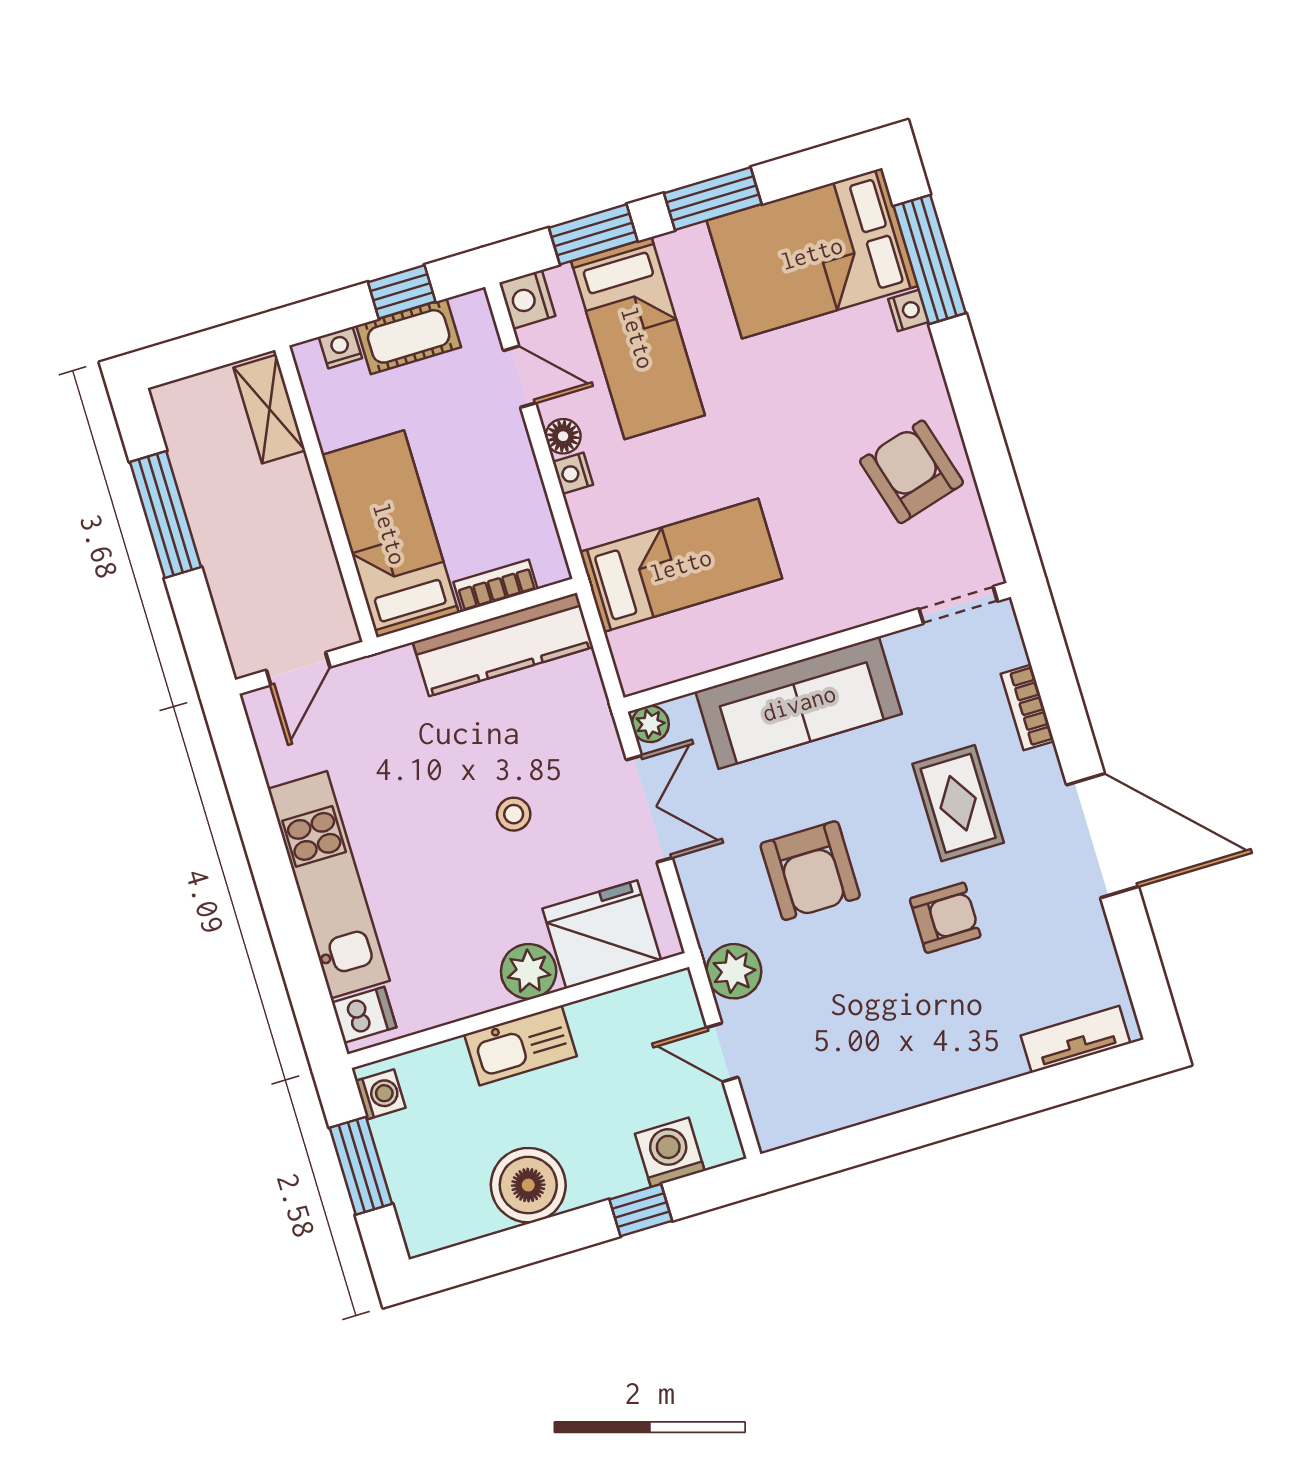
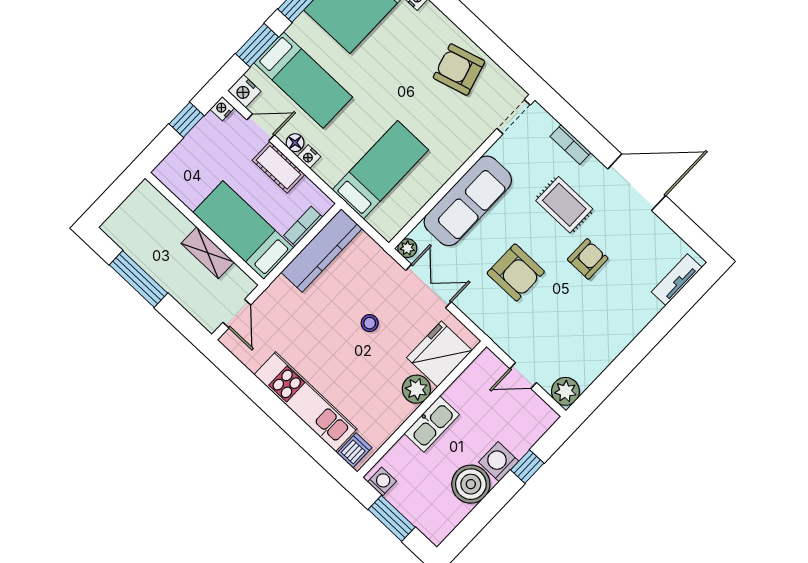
cot: (409, 336) -> (278, 167), moved, turned 90
nightstand: (340, 348) -> (222, 109), moved
shelving: (269, 409) -> (208, 253), moved
plant: (734, 971) -> (565, 391), moved
washing machine: (670, 1152) -> (499, 462), moved

